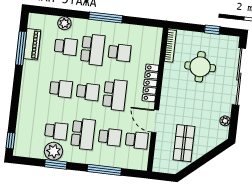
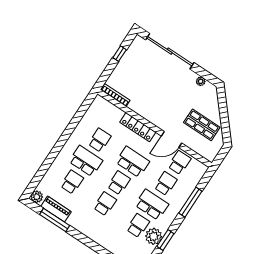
window: (106, 18) -> (65, 137), removed
plant: (64, 23) -> (37, 197), moved
round table: (200, 67) -> (145, 79), removed

